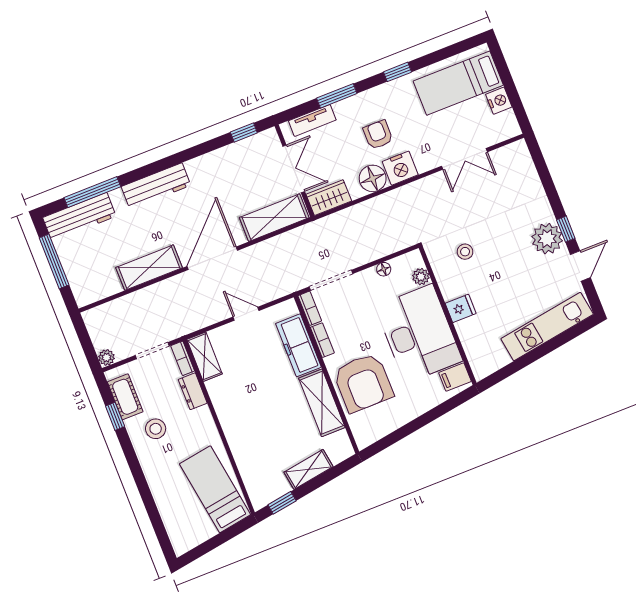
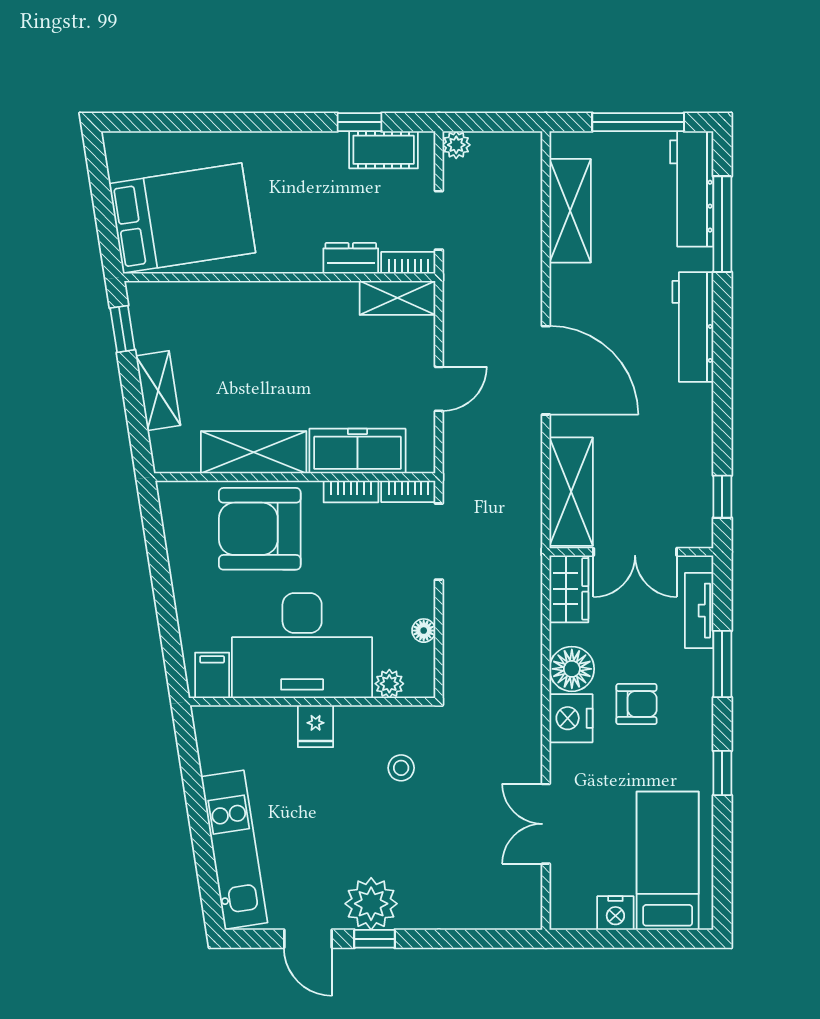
shelving: (149, 268) -> (570, 211), moved
stool: (156, 429) -> (315, 177), removed
bed: (215, 489) -> (182, 218), width x1.50

